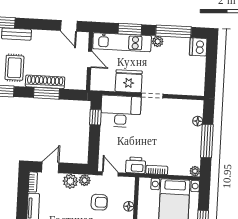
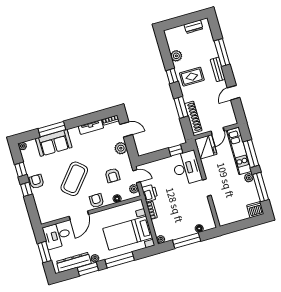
door: (69, 26) -> (233, 93), moved
window: (130, 29) -> (251, 154), width x1.44
fridge: (129, 81) -> (206, 147), moved
shoe rack: (45, 82) -> (193, 117), moved
door: (110, 174) -> (137, 176), hinge flipped
plant: (85, 180) -> (134, 189), moved

